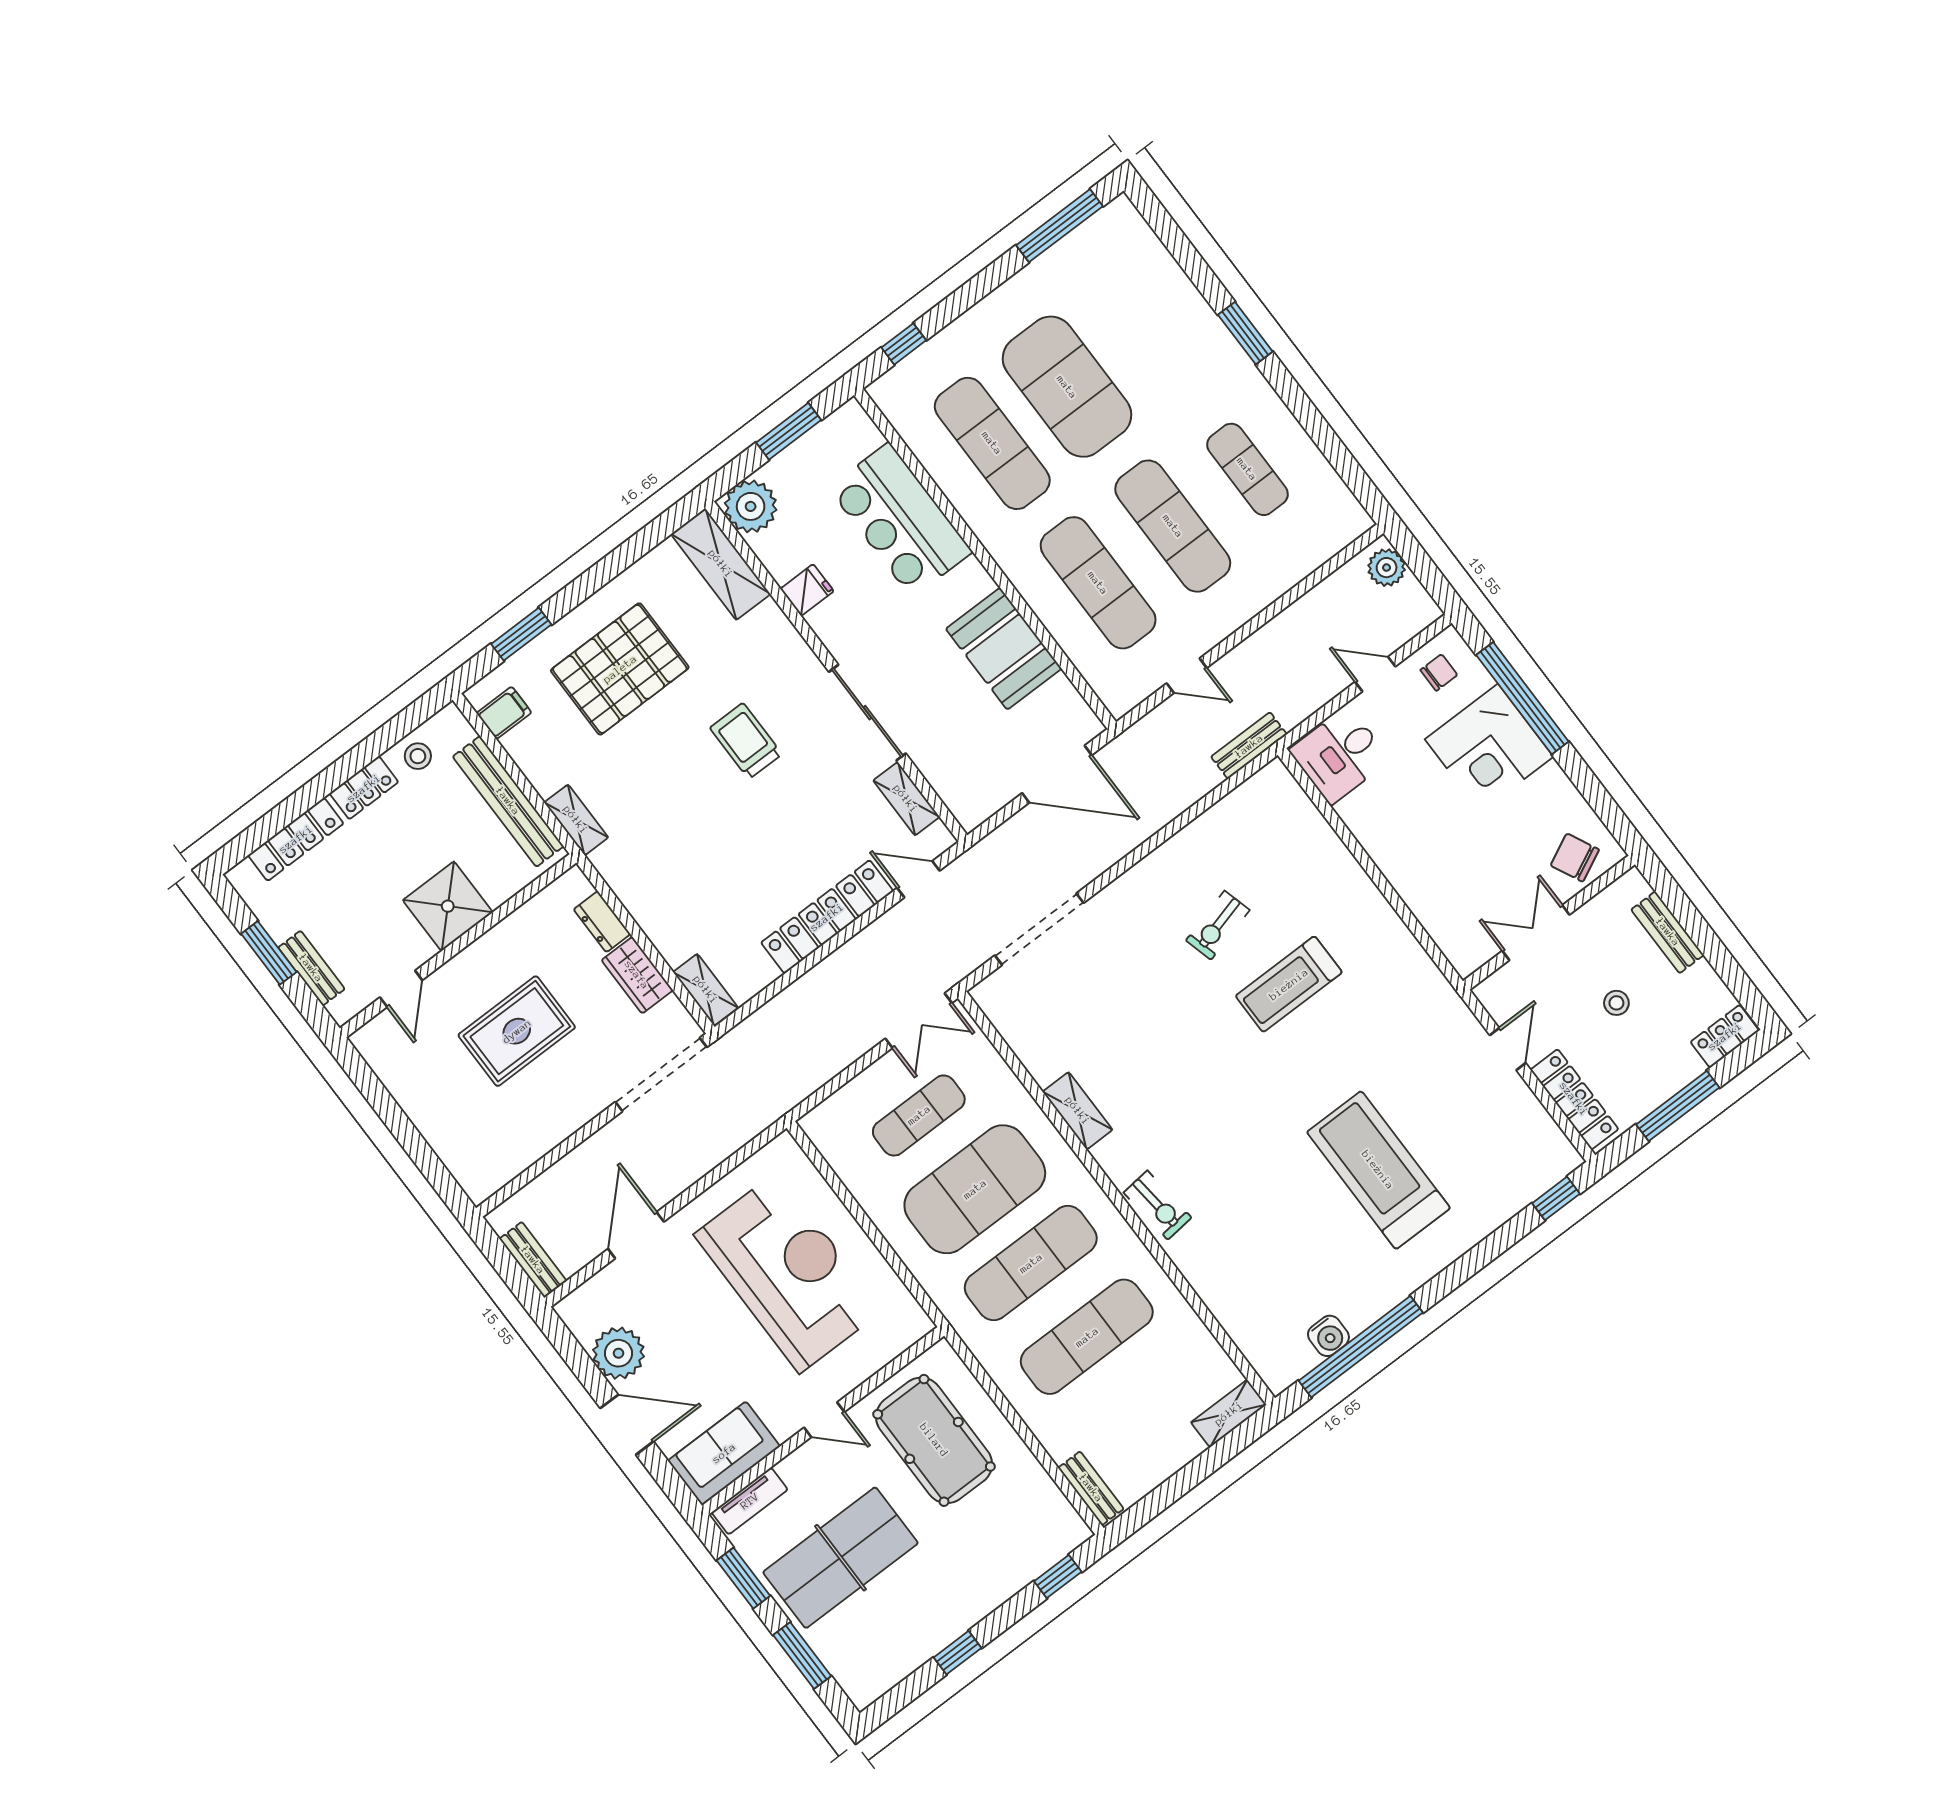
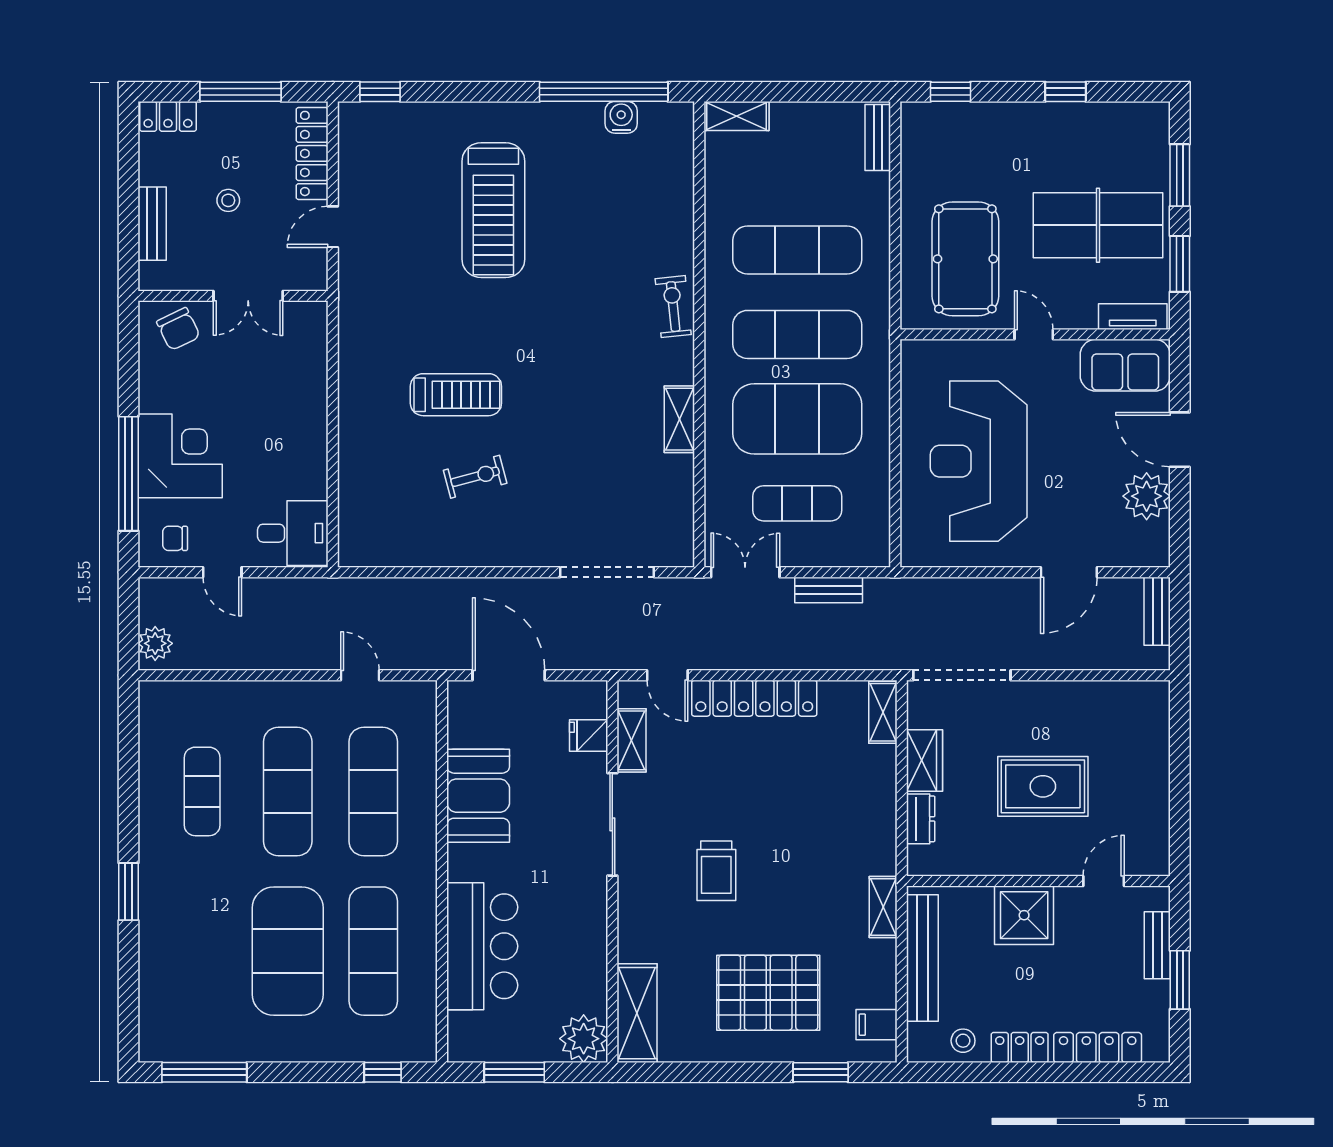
fridge: (807, 590) -> (589, 735), moved
bench: (1249, 746) -> (829, 590), moved

